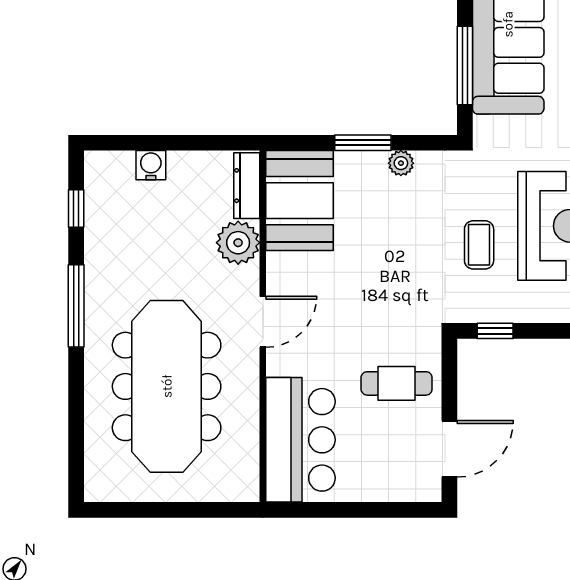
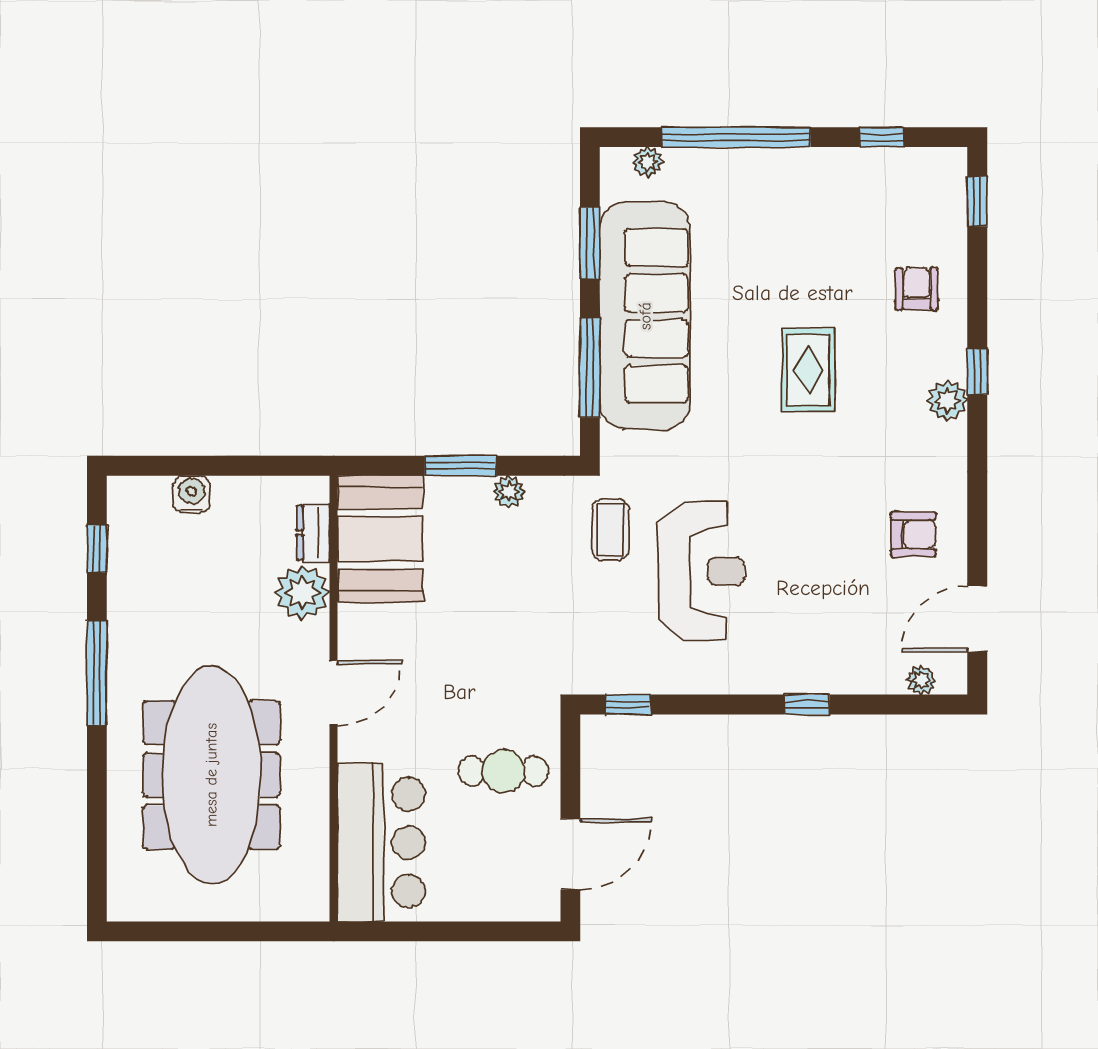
dresser: (247, 186) -> (313, 533), width x0.70
coffee table: (479, 245) -> (610, 530), moved

